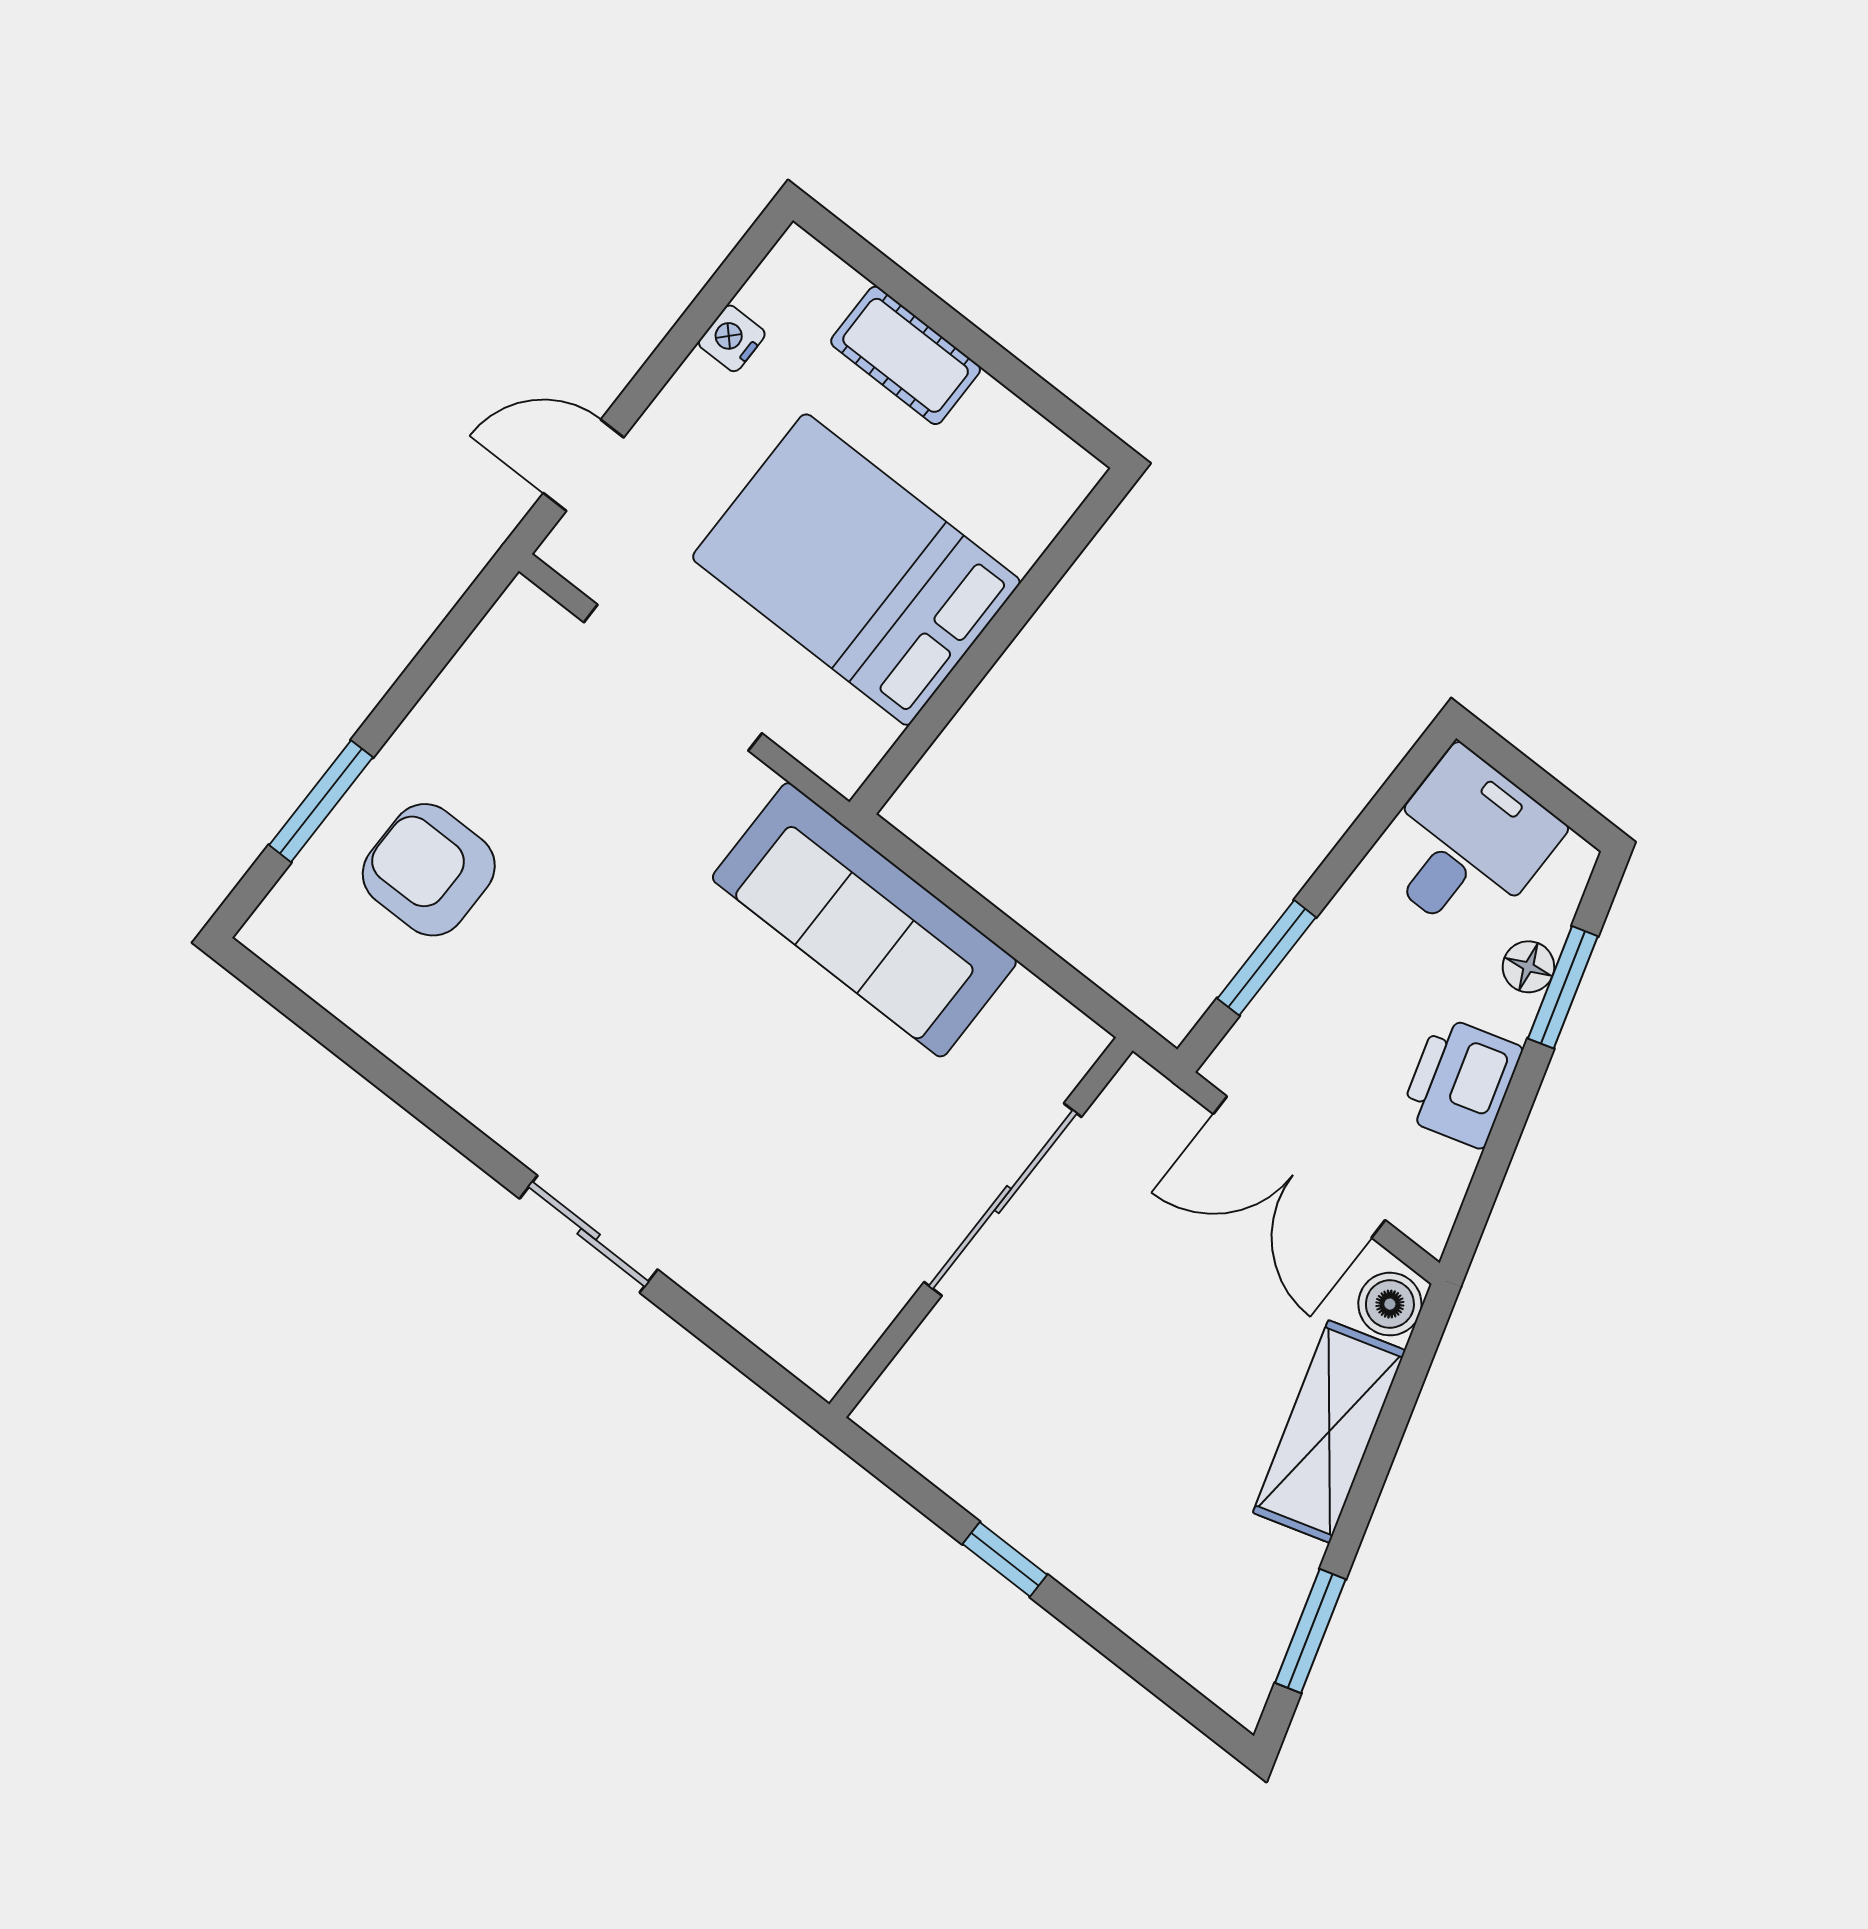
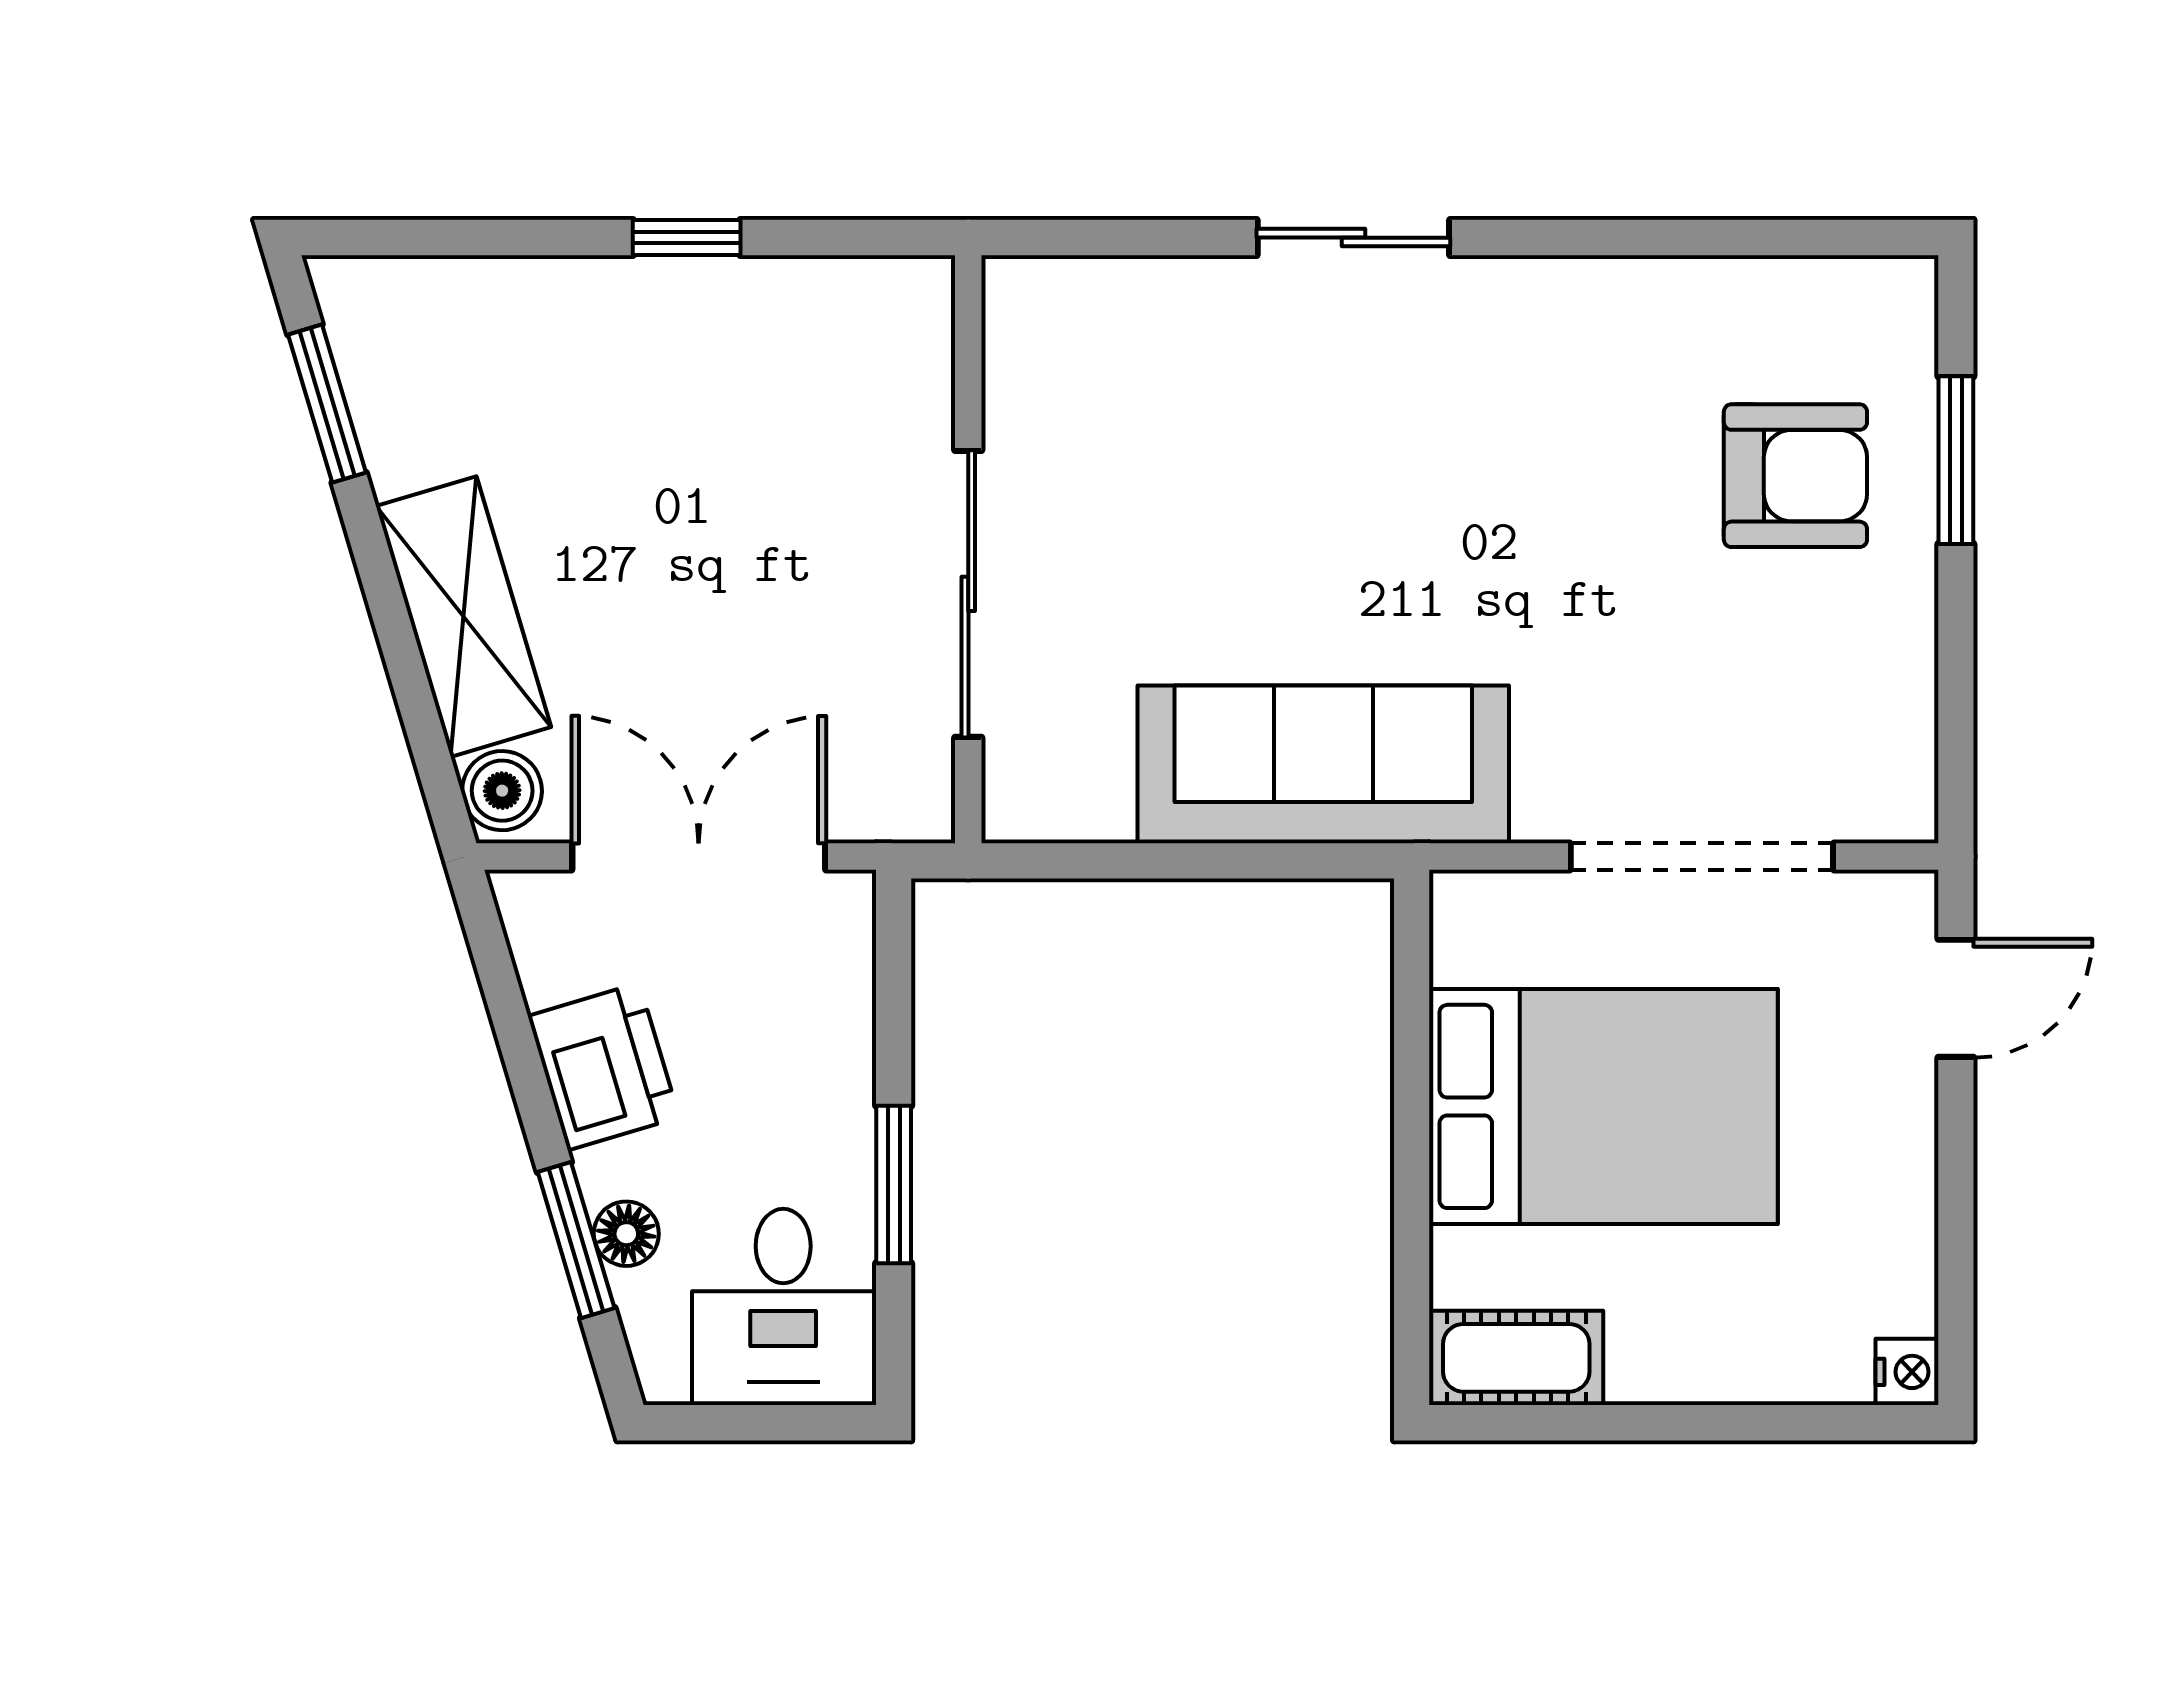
nightstand: (732, 338) -> (1907, 1372), moved
cot: (906, 355) -> (1516, 1358), moved
window: (1267, 958) -> (894, 1185), moved

